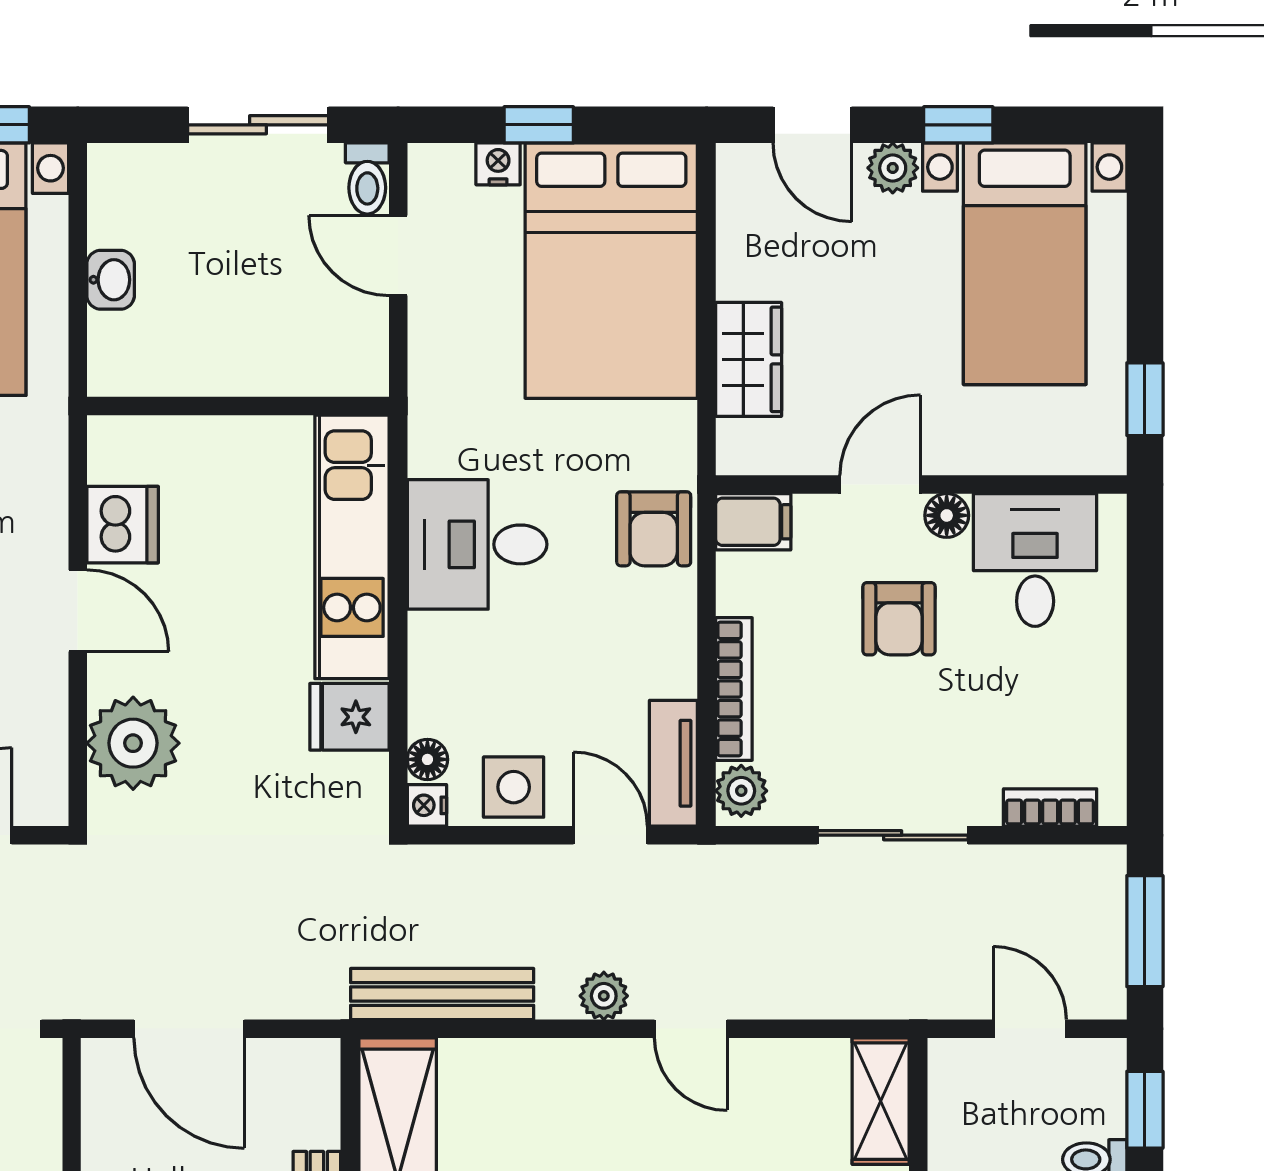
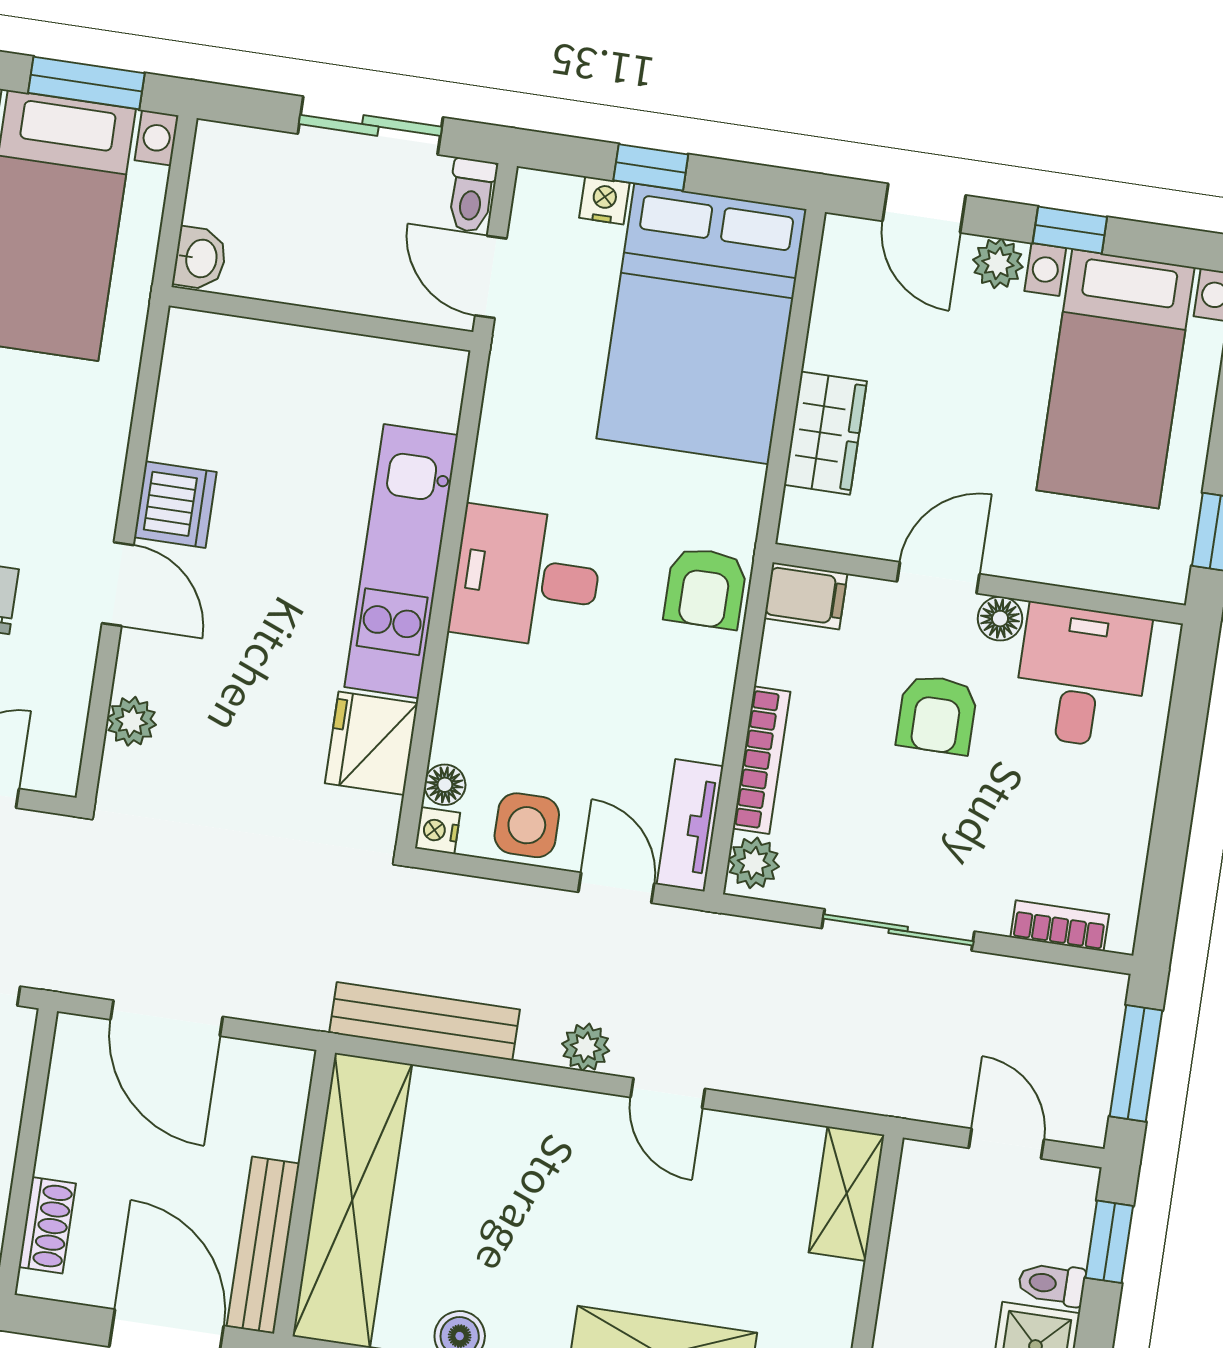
wall: (238, 406) -> (321, 319), moved
fridge: (349, 717) -> (371, 743), width x1.38
plant: (133, 743) -> (132, 721), width x0.53, depth x0.53

